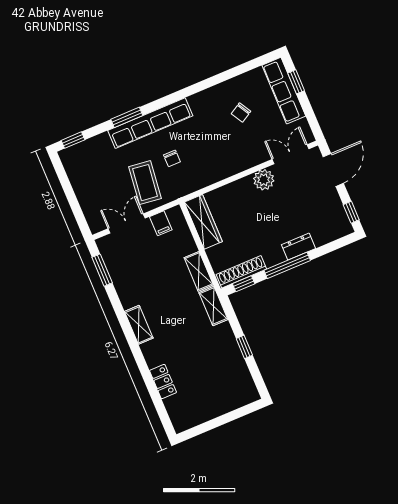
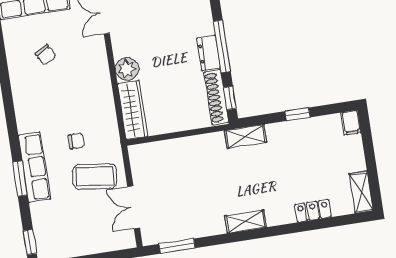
row of seats: (150, 123) -> (34, 167), width x0.73
plant: (264, 180) -> (127, 69), moved
wardrobe: (203, 222) -> (133, 110), moved, turned 90
filing cabinet: (161, 223) -> (351, 123), moved, turned 90
dresser: (299, 247) -> (208, 53), moved
shelving: (199, 271) -> (361, 192), moved, turned 90

